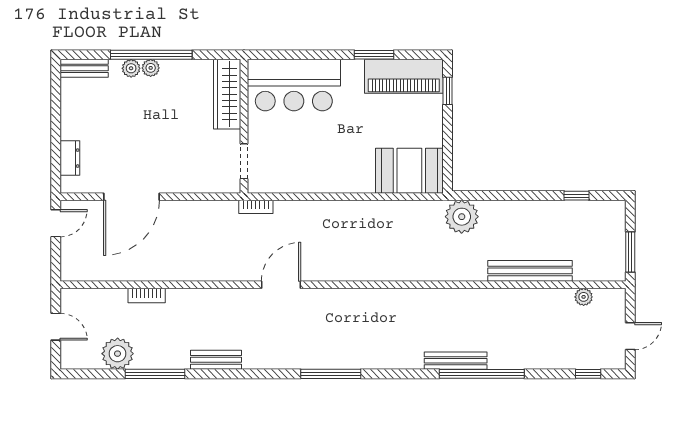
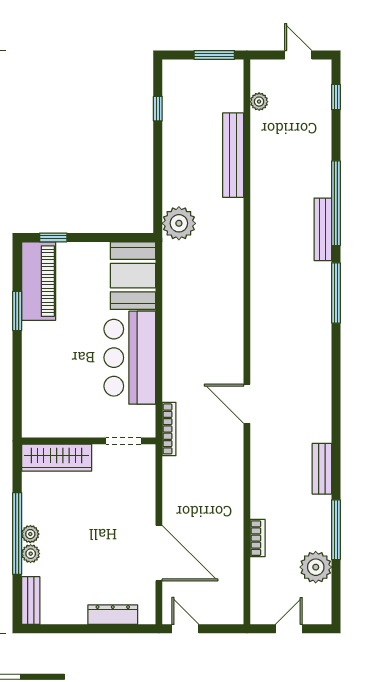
bar counter: (294, 85) -> (130, 358), moved, turned 180
dresser: (70, 158) -> (113, 615), width x1.44
bookcase: (256, 207) -> (169, 429), width x1.56
window: (331, 374) -> (336, 293), moved

